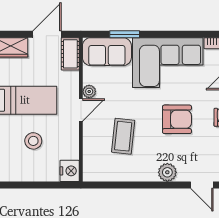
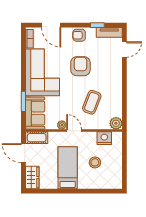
coffee table: (123, 136) -> (92, 102), turned -75
nightstand: (70, 171) -> (104, 138), moved
plant: (167, 172) -> (116, 123), moved

